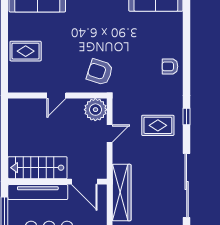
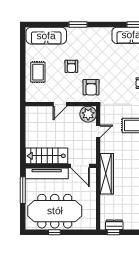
armchair: (72, 43) -> (71, 66), added
rug: (26, 51) -> (38, 72), turned 90
armchair: (100, 72) -> (91, 87), turned -108

